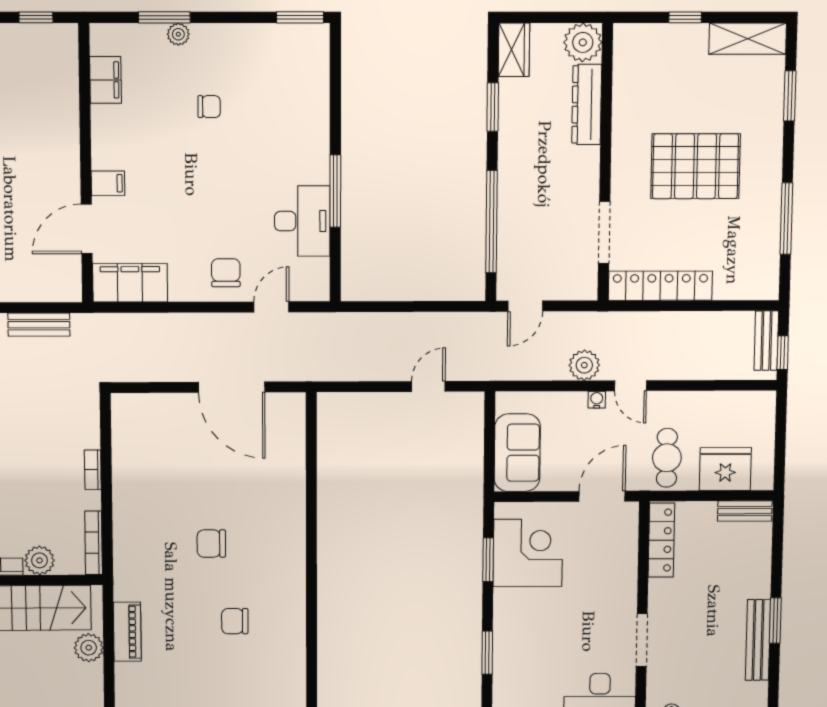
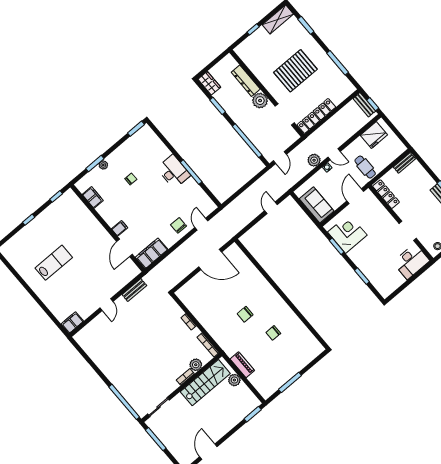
plant: (583, 42) -> (260, 101), moved
desk: (302, 221) -> (173, 172), moved
fridge: (725, 469) -> (374, 135), moved, turned 180

